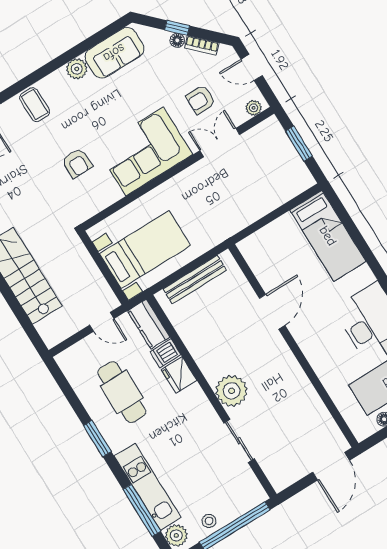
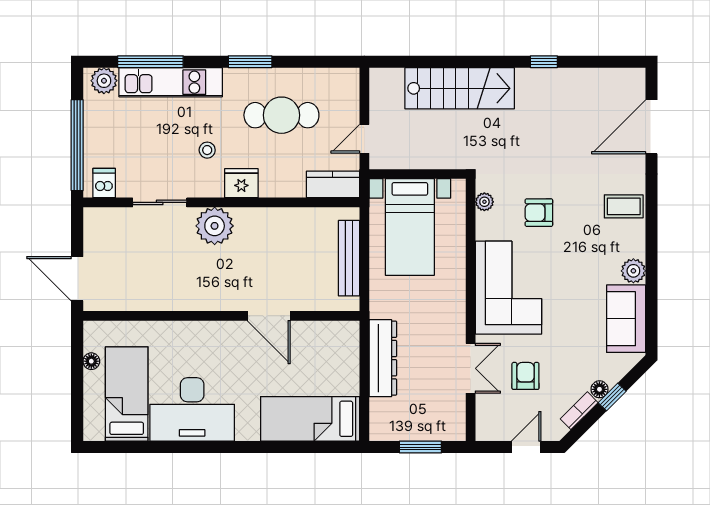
plant: (254, 108) -> (484, 202), moved
dresser: (252, 210) -> (383, 358), added
dishwasher: (165, 353) -> (104, 183), moved
fridge: (179, 375) -> (241, 183), moved
stool: (209, 521) -> (207, 150), moved

